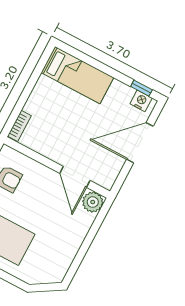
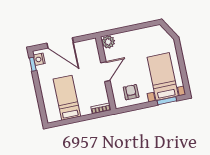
bed: (77, 75) -> (67, 98), moved
door: (75, 177) -> (105, 72), moved

